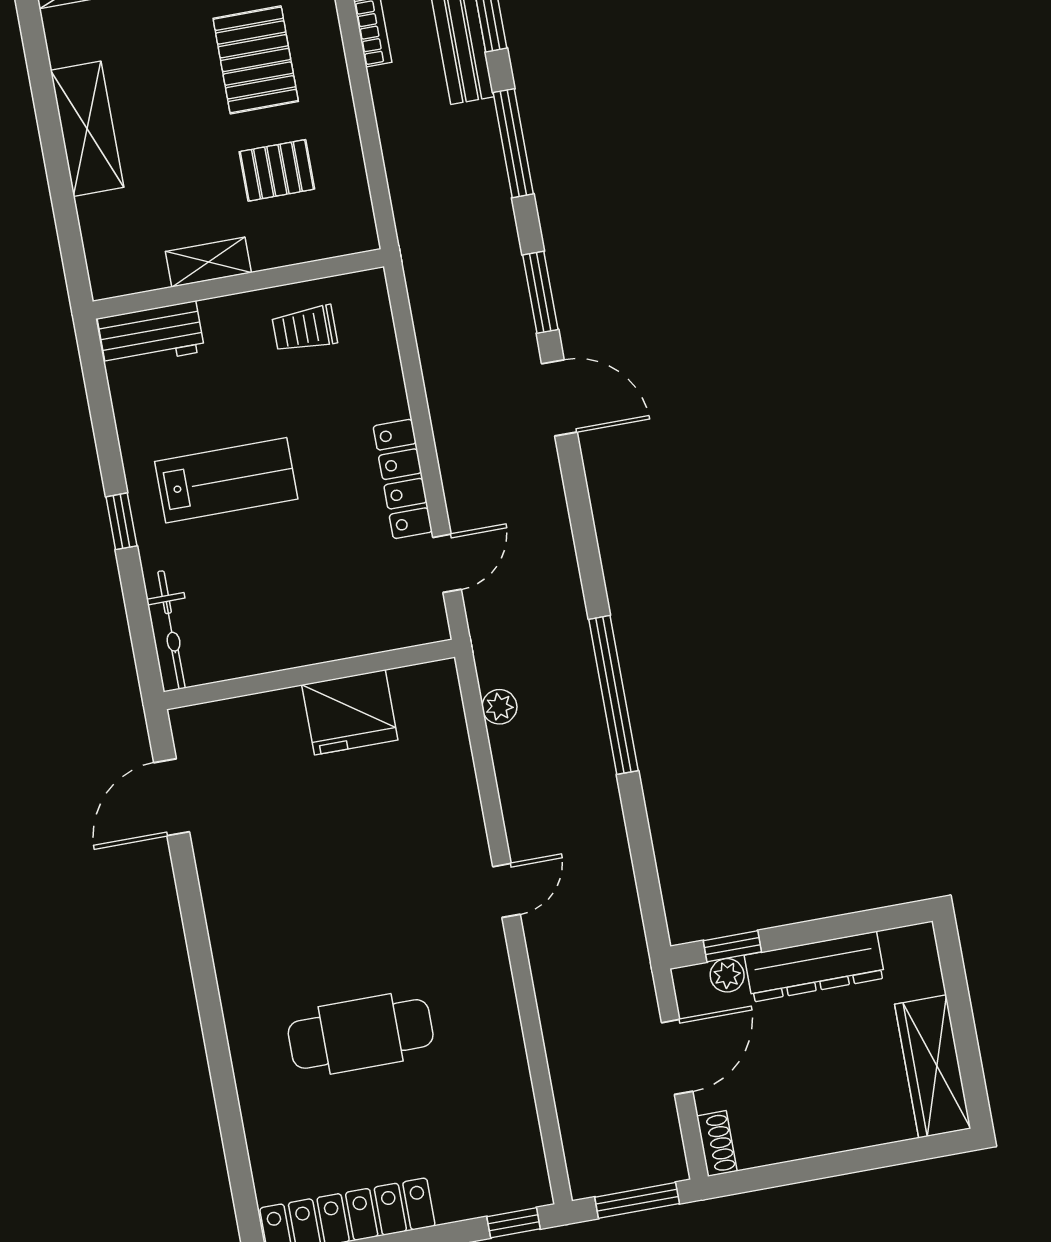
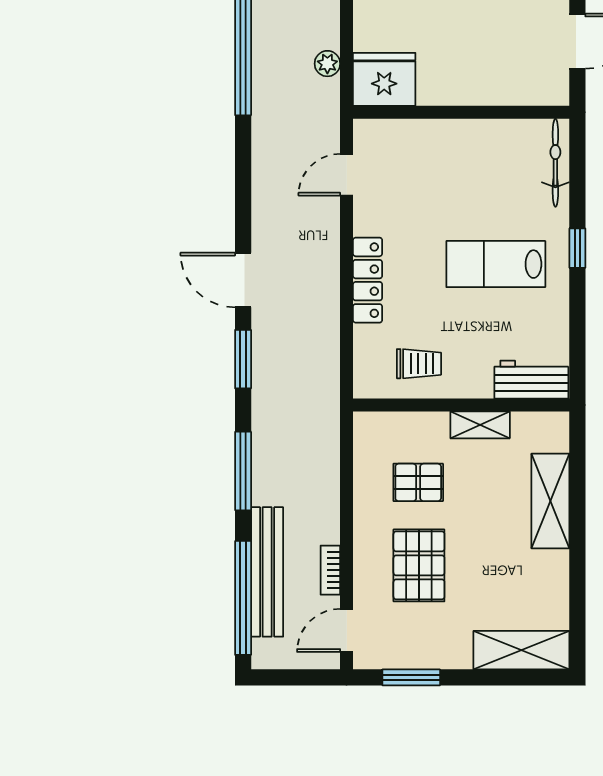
shelving: (87, 129) -> (550, 501), moved
locker: (403, 479) -> (368, 280), moved
fridge: (350, 712) -> (384, 79), moved

